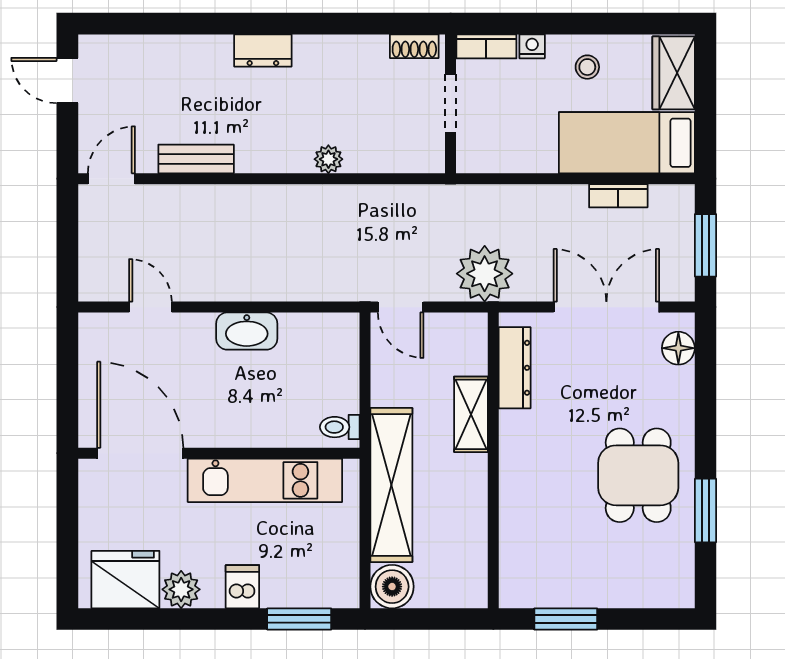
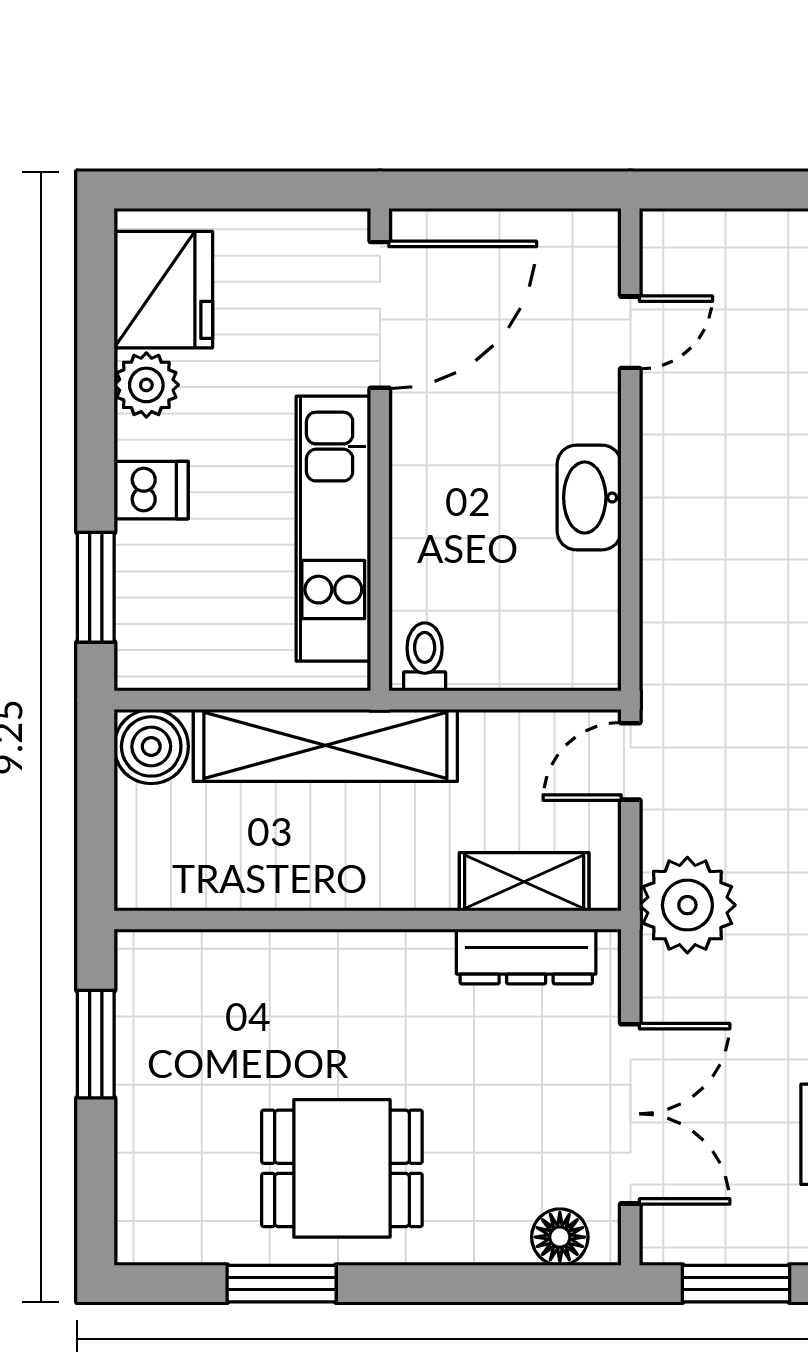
shelving: (471, 414) -> (524, 882), moved

